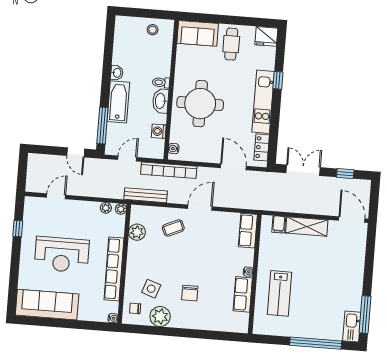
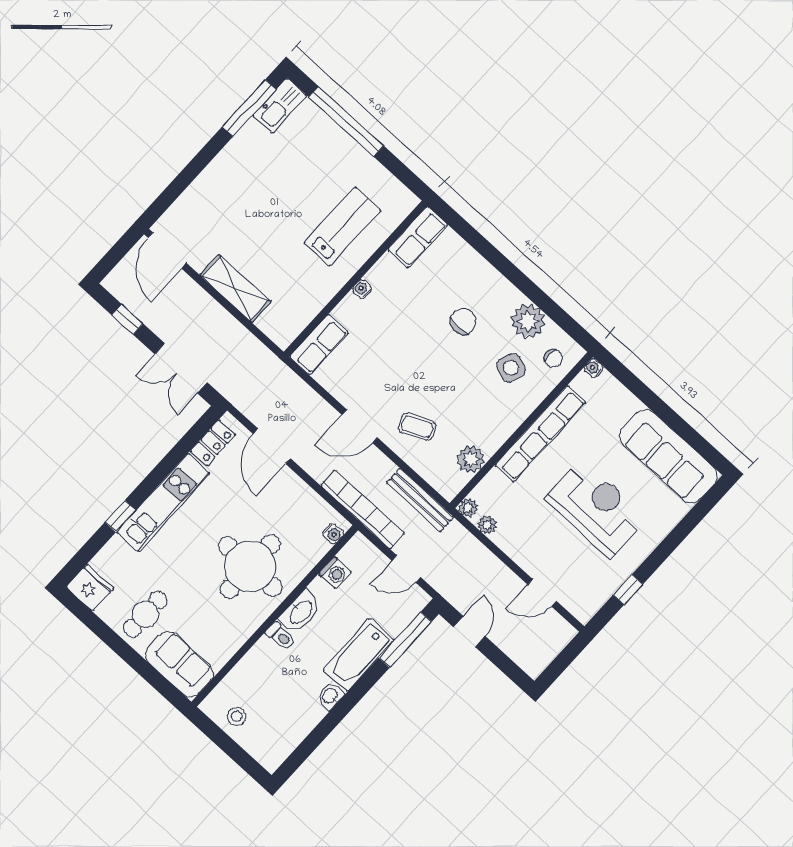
filing cabinet: (279, 224) -> (271, 321), removed
row of seats: (243, 294) -> (418, 237), moved

